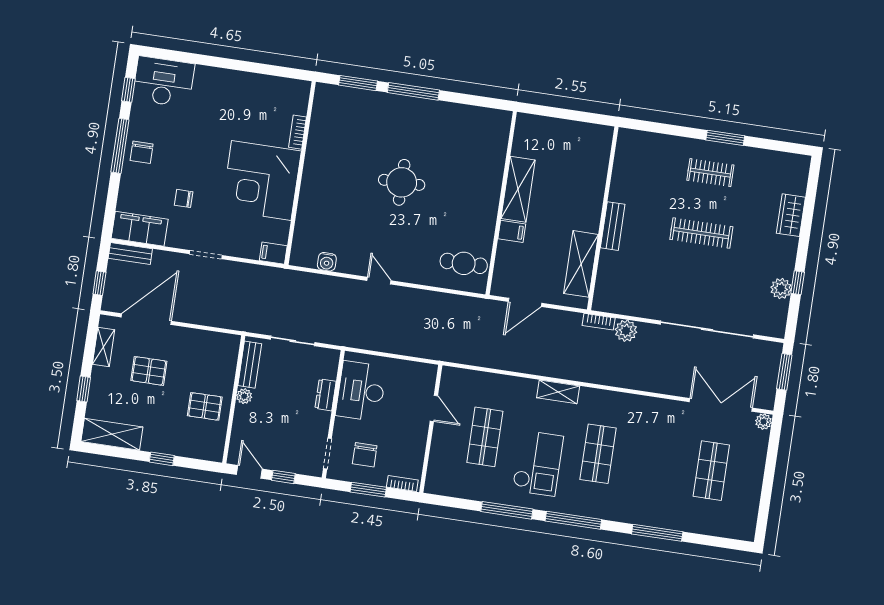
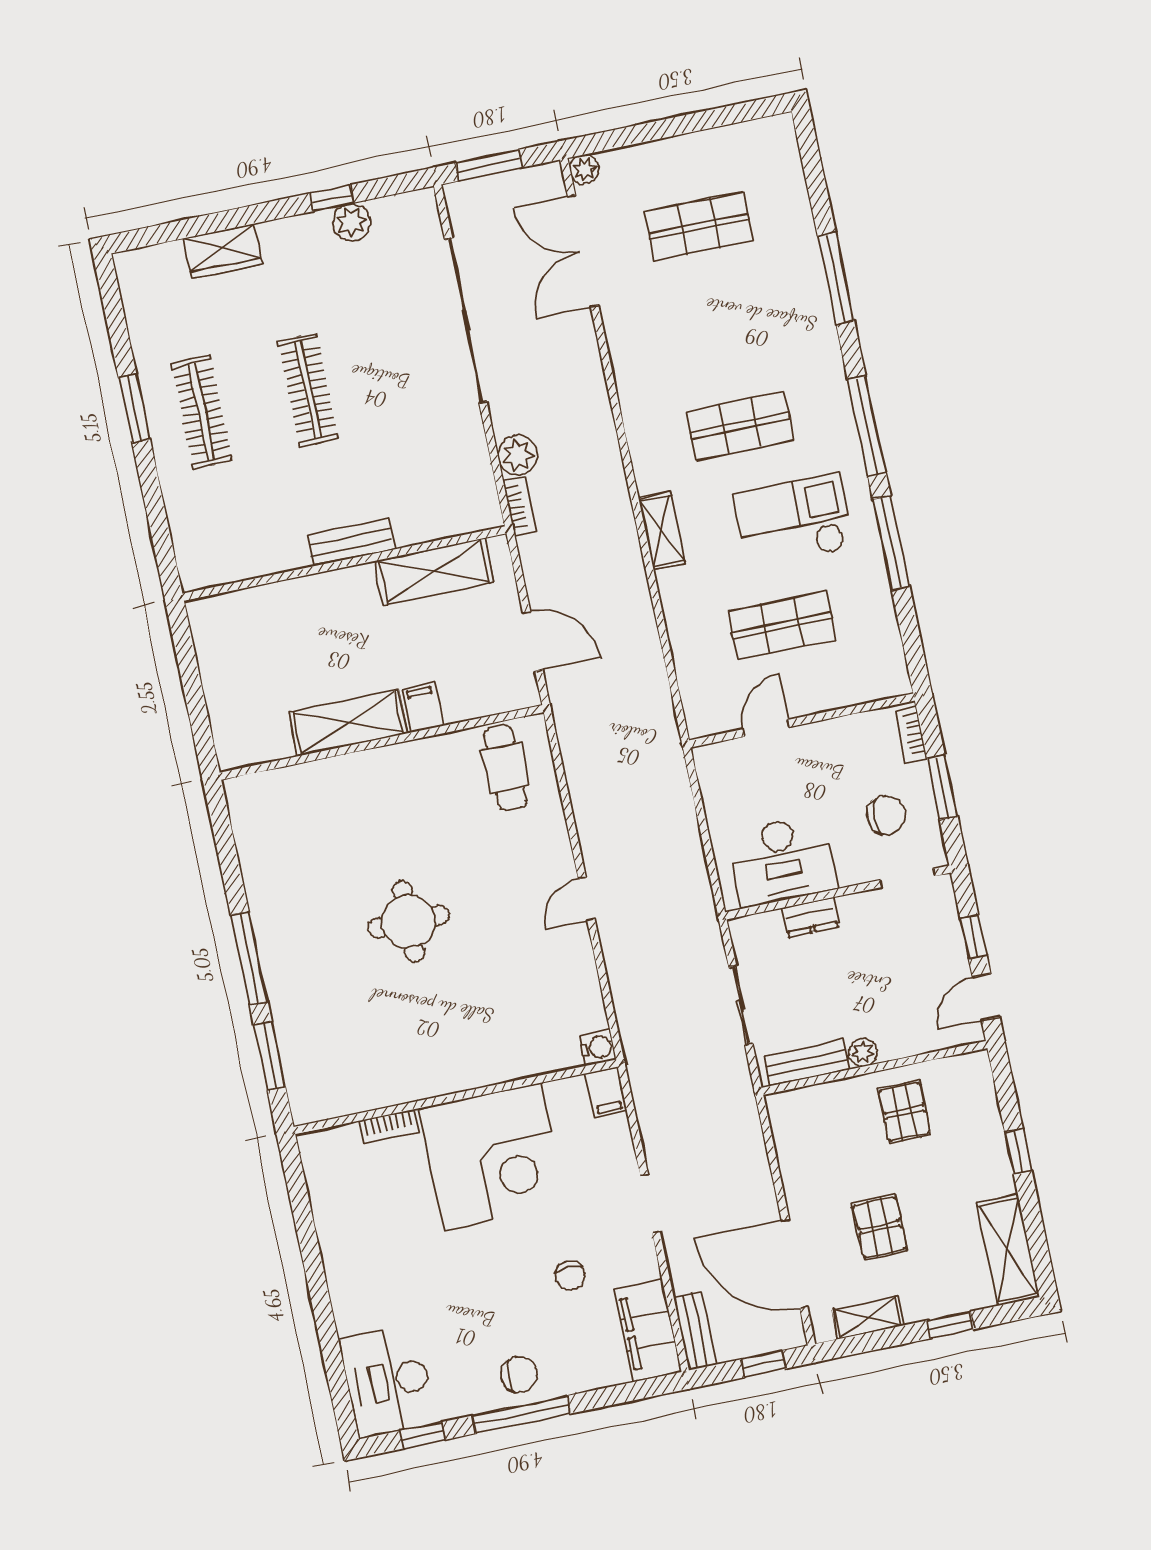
clothes rail: (710, 173) -> (202, 412), width x1.36
water cooler: (327, 262) -> (598, 1047), moved

